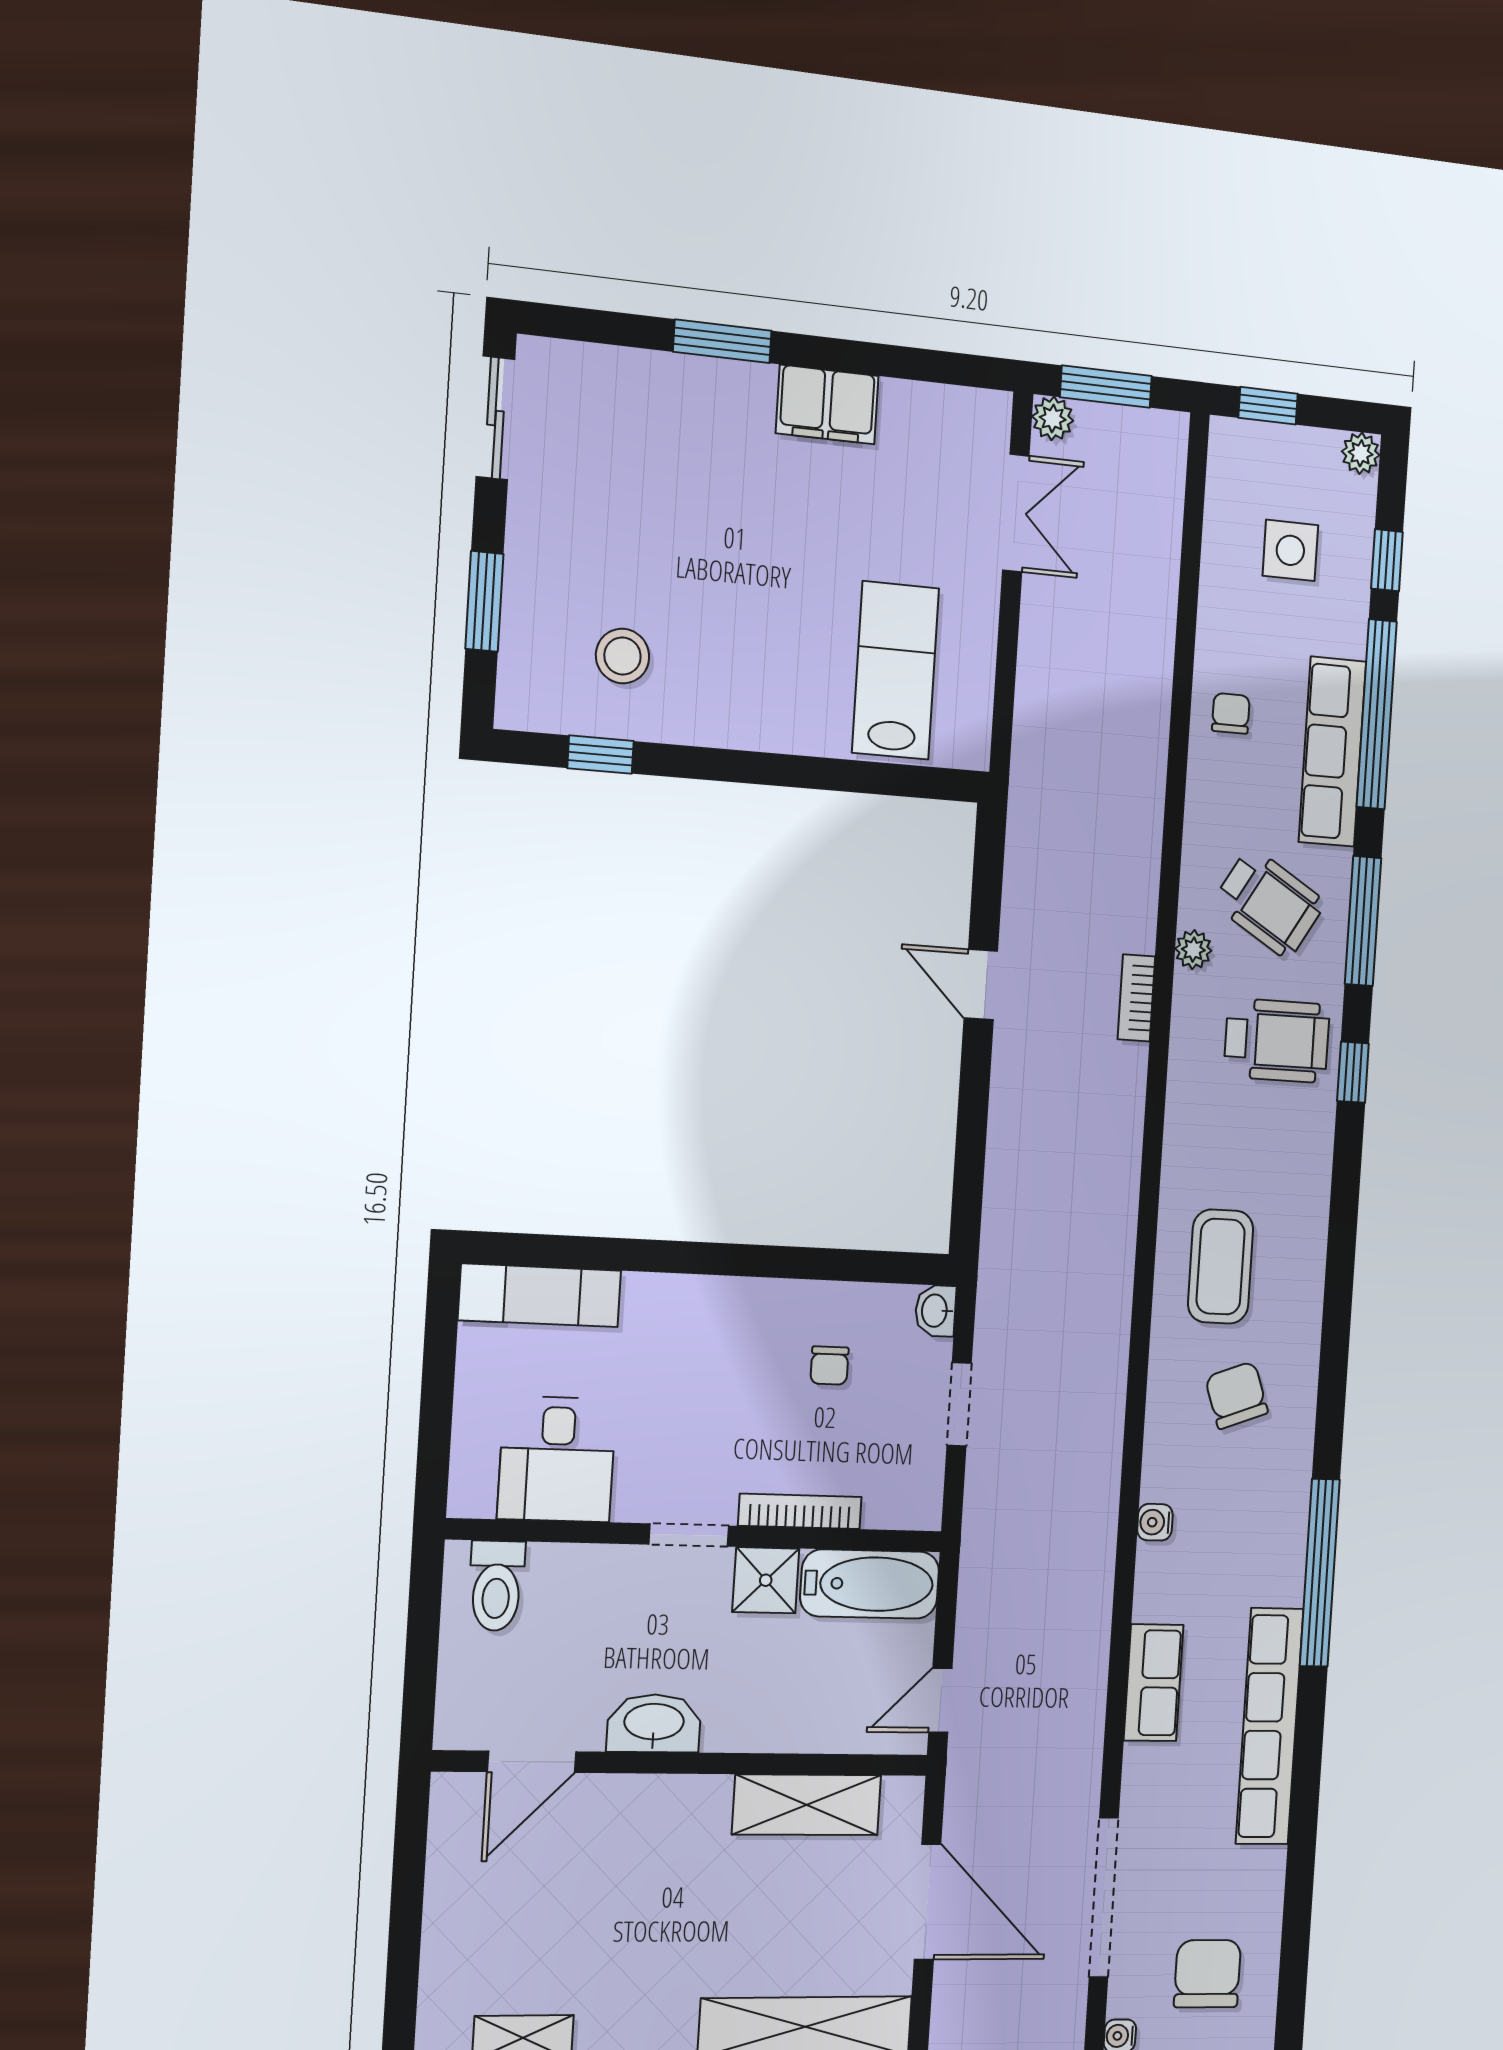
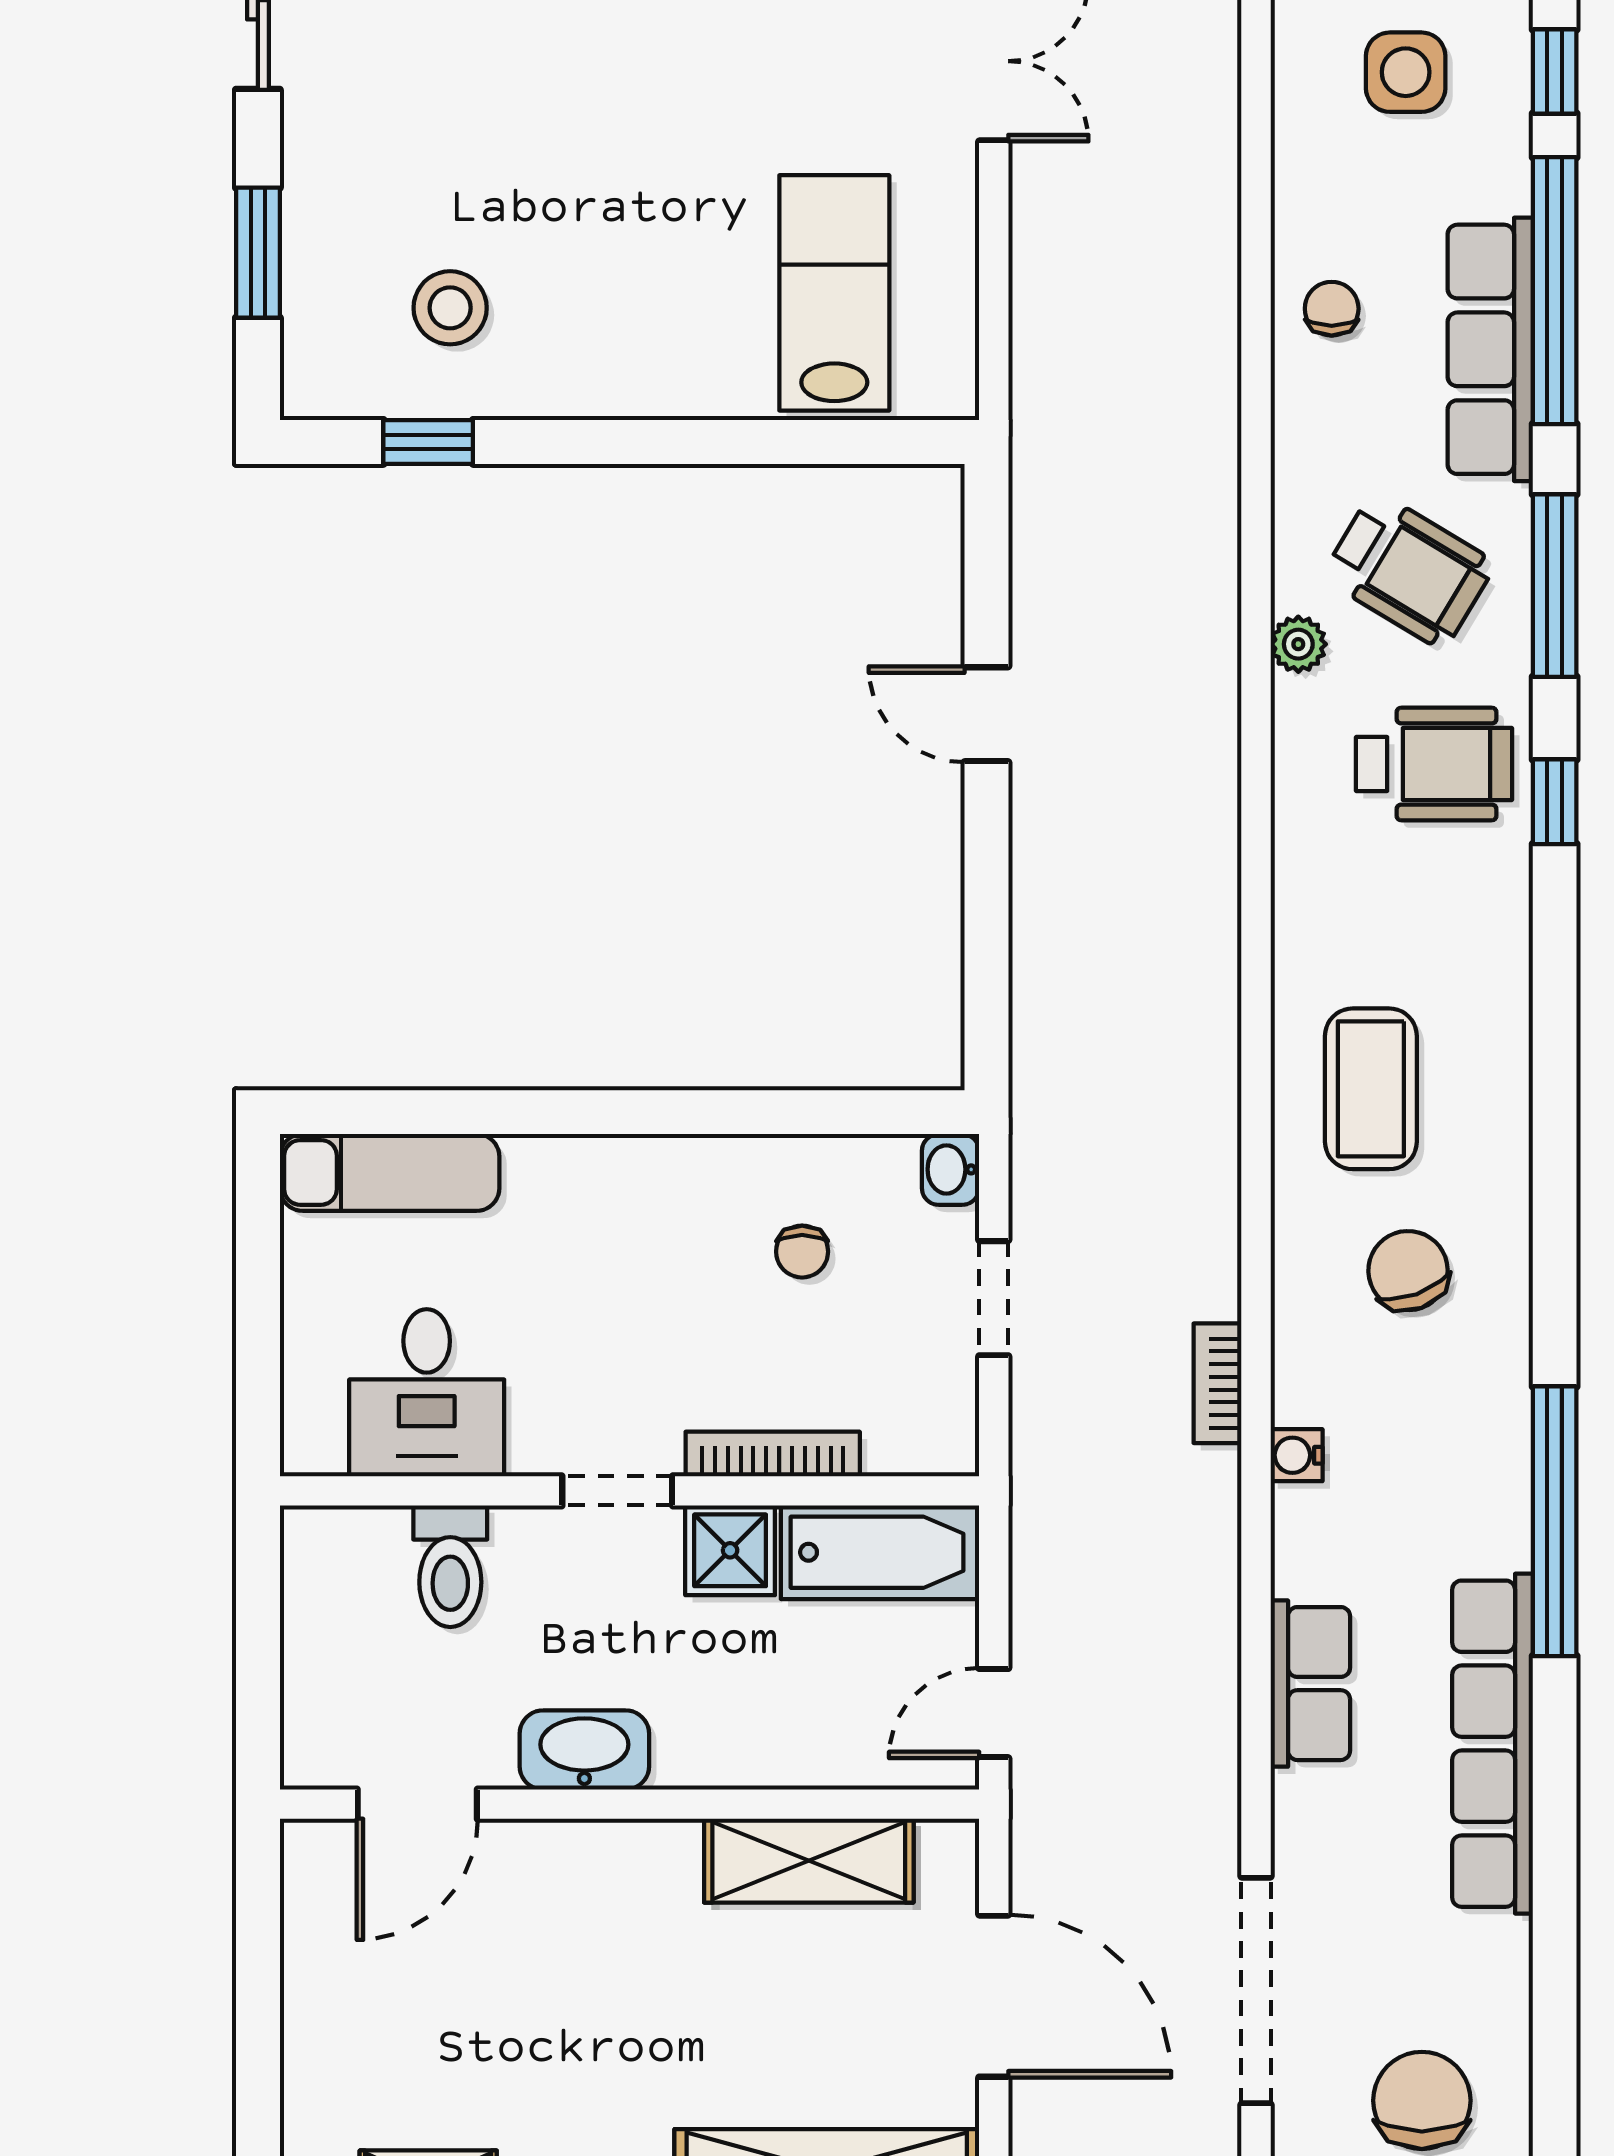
bookcase: (1136, 998) -> (1217, 1383), moved
toilet: (496, 1586) -> (450, 1566), moved

